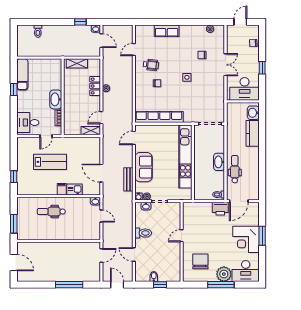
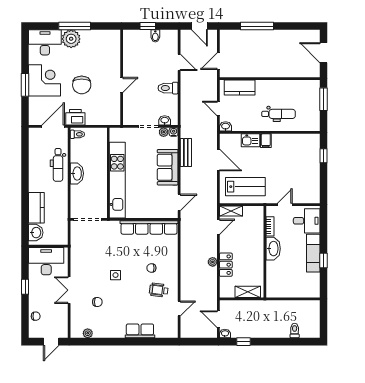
exam couch: (22, 74) -> (313, 253), moved
lab bench: (50, 162) -> (245, 187), moved, turned 180
kitchen counter: (84, 234) -> (240, 87), added
chair: (200, 261) -> (82, 85), moved

